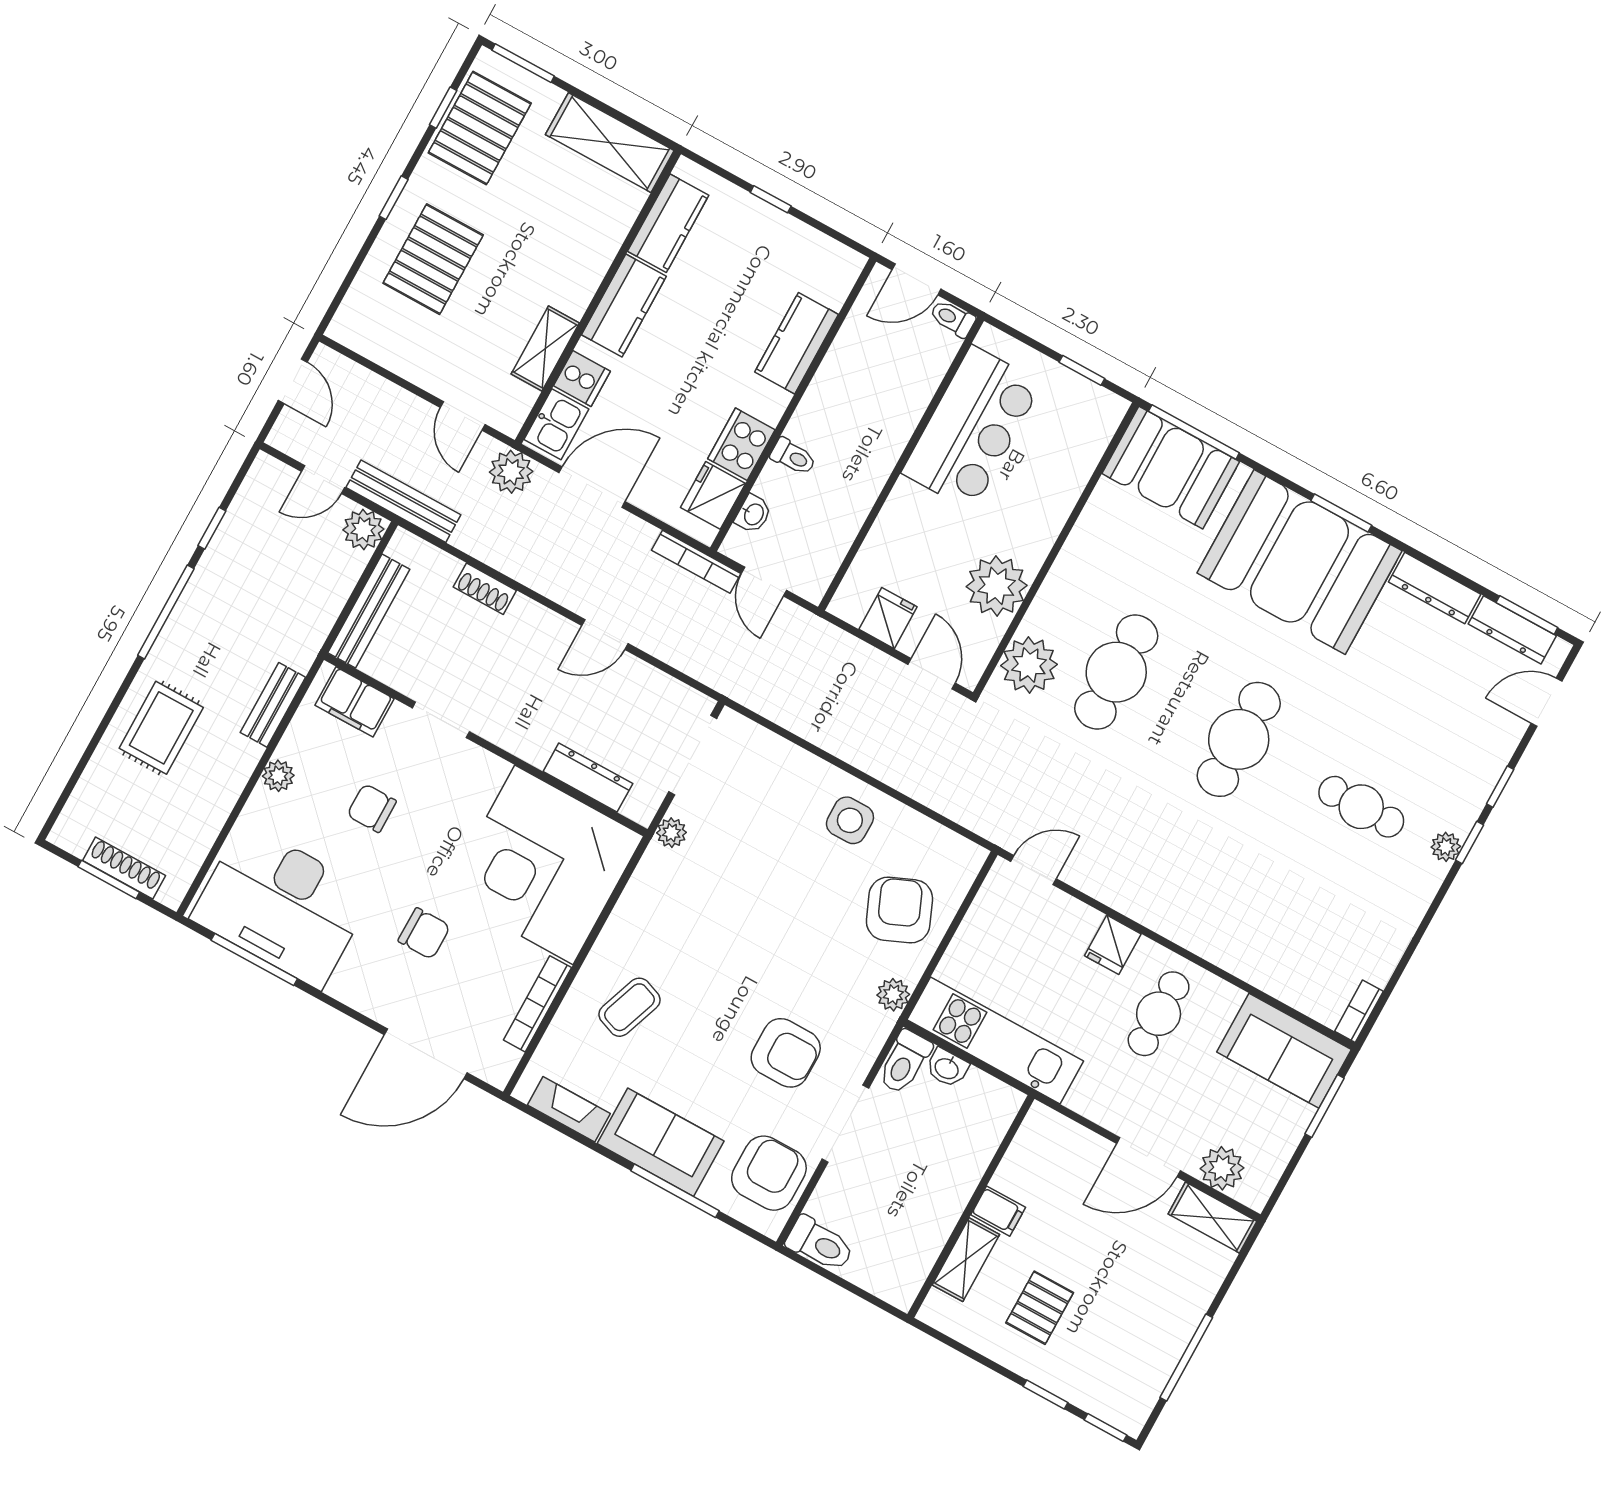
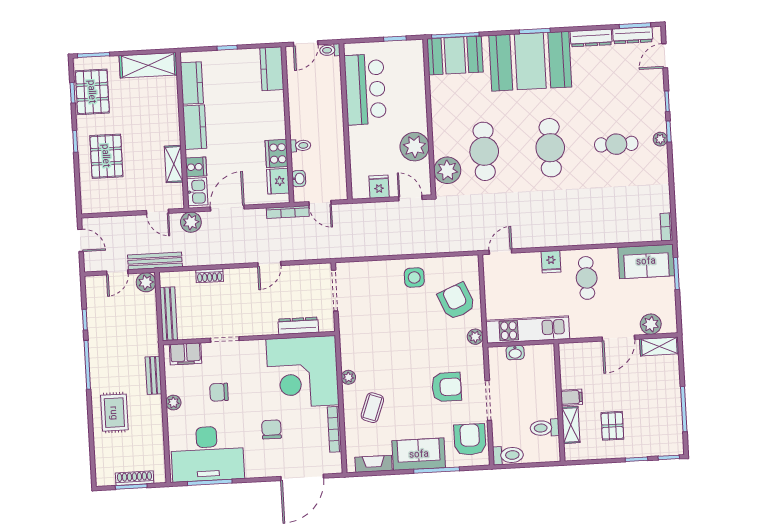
kitchen counter: (797, 343) -> (272, 69), moved
plant: (671, 833) -> (348, 377), moved
chair: (424, 934) -> (271, 429), turned -90
toilet: (905, 1062) -> (545, 428), moved, turned 90

